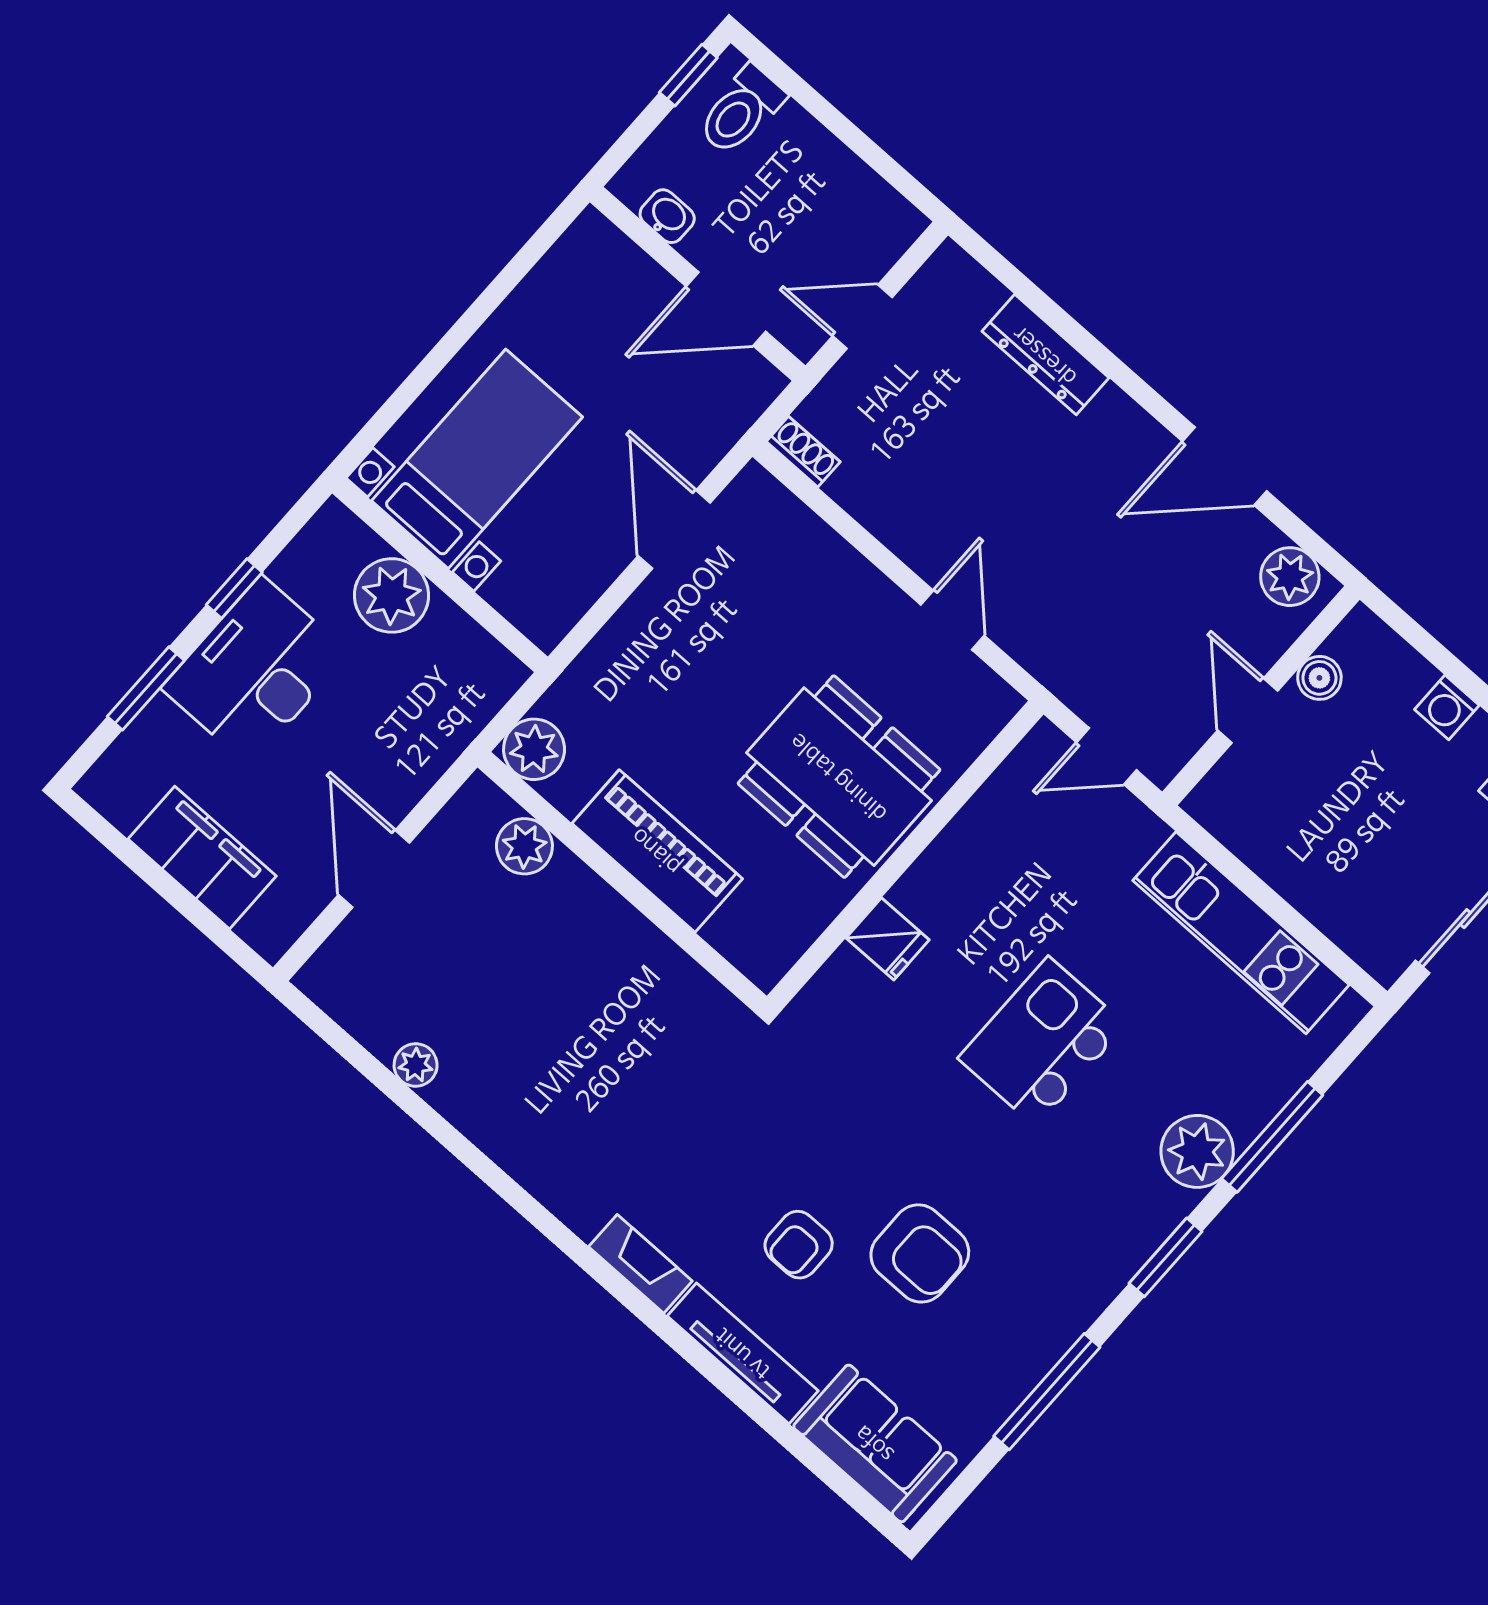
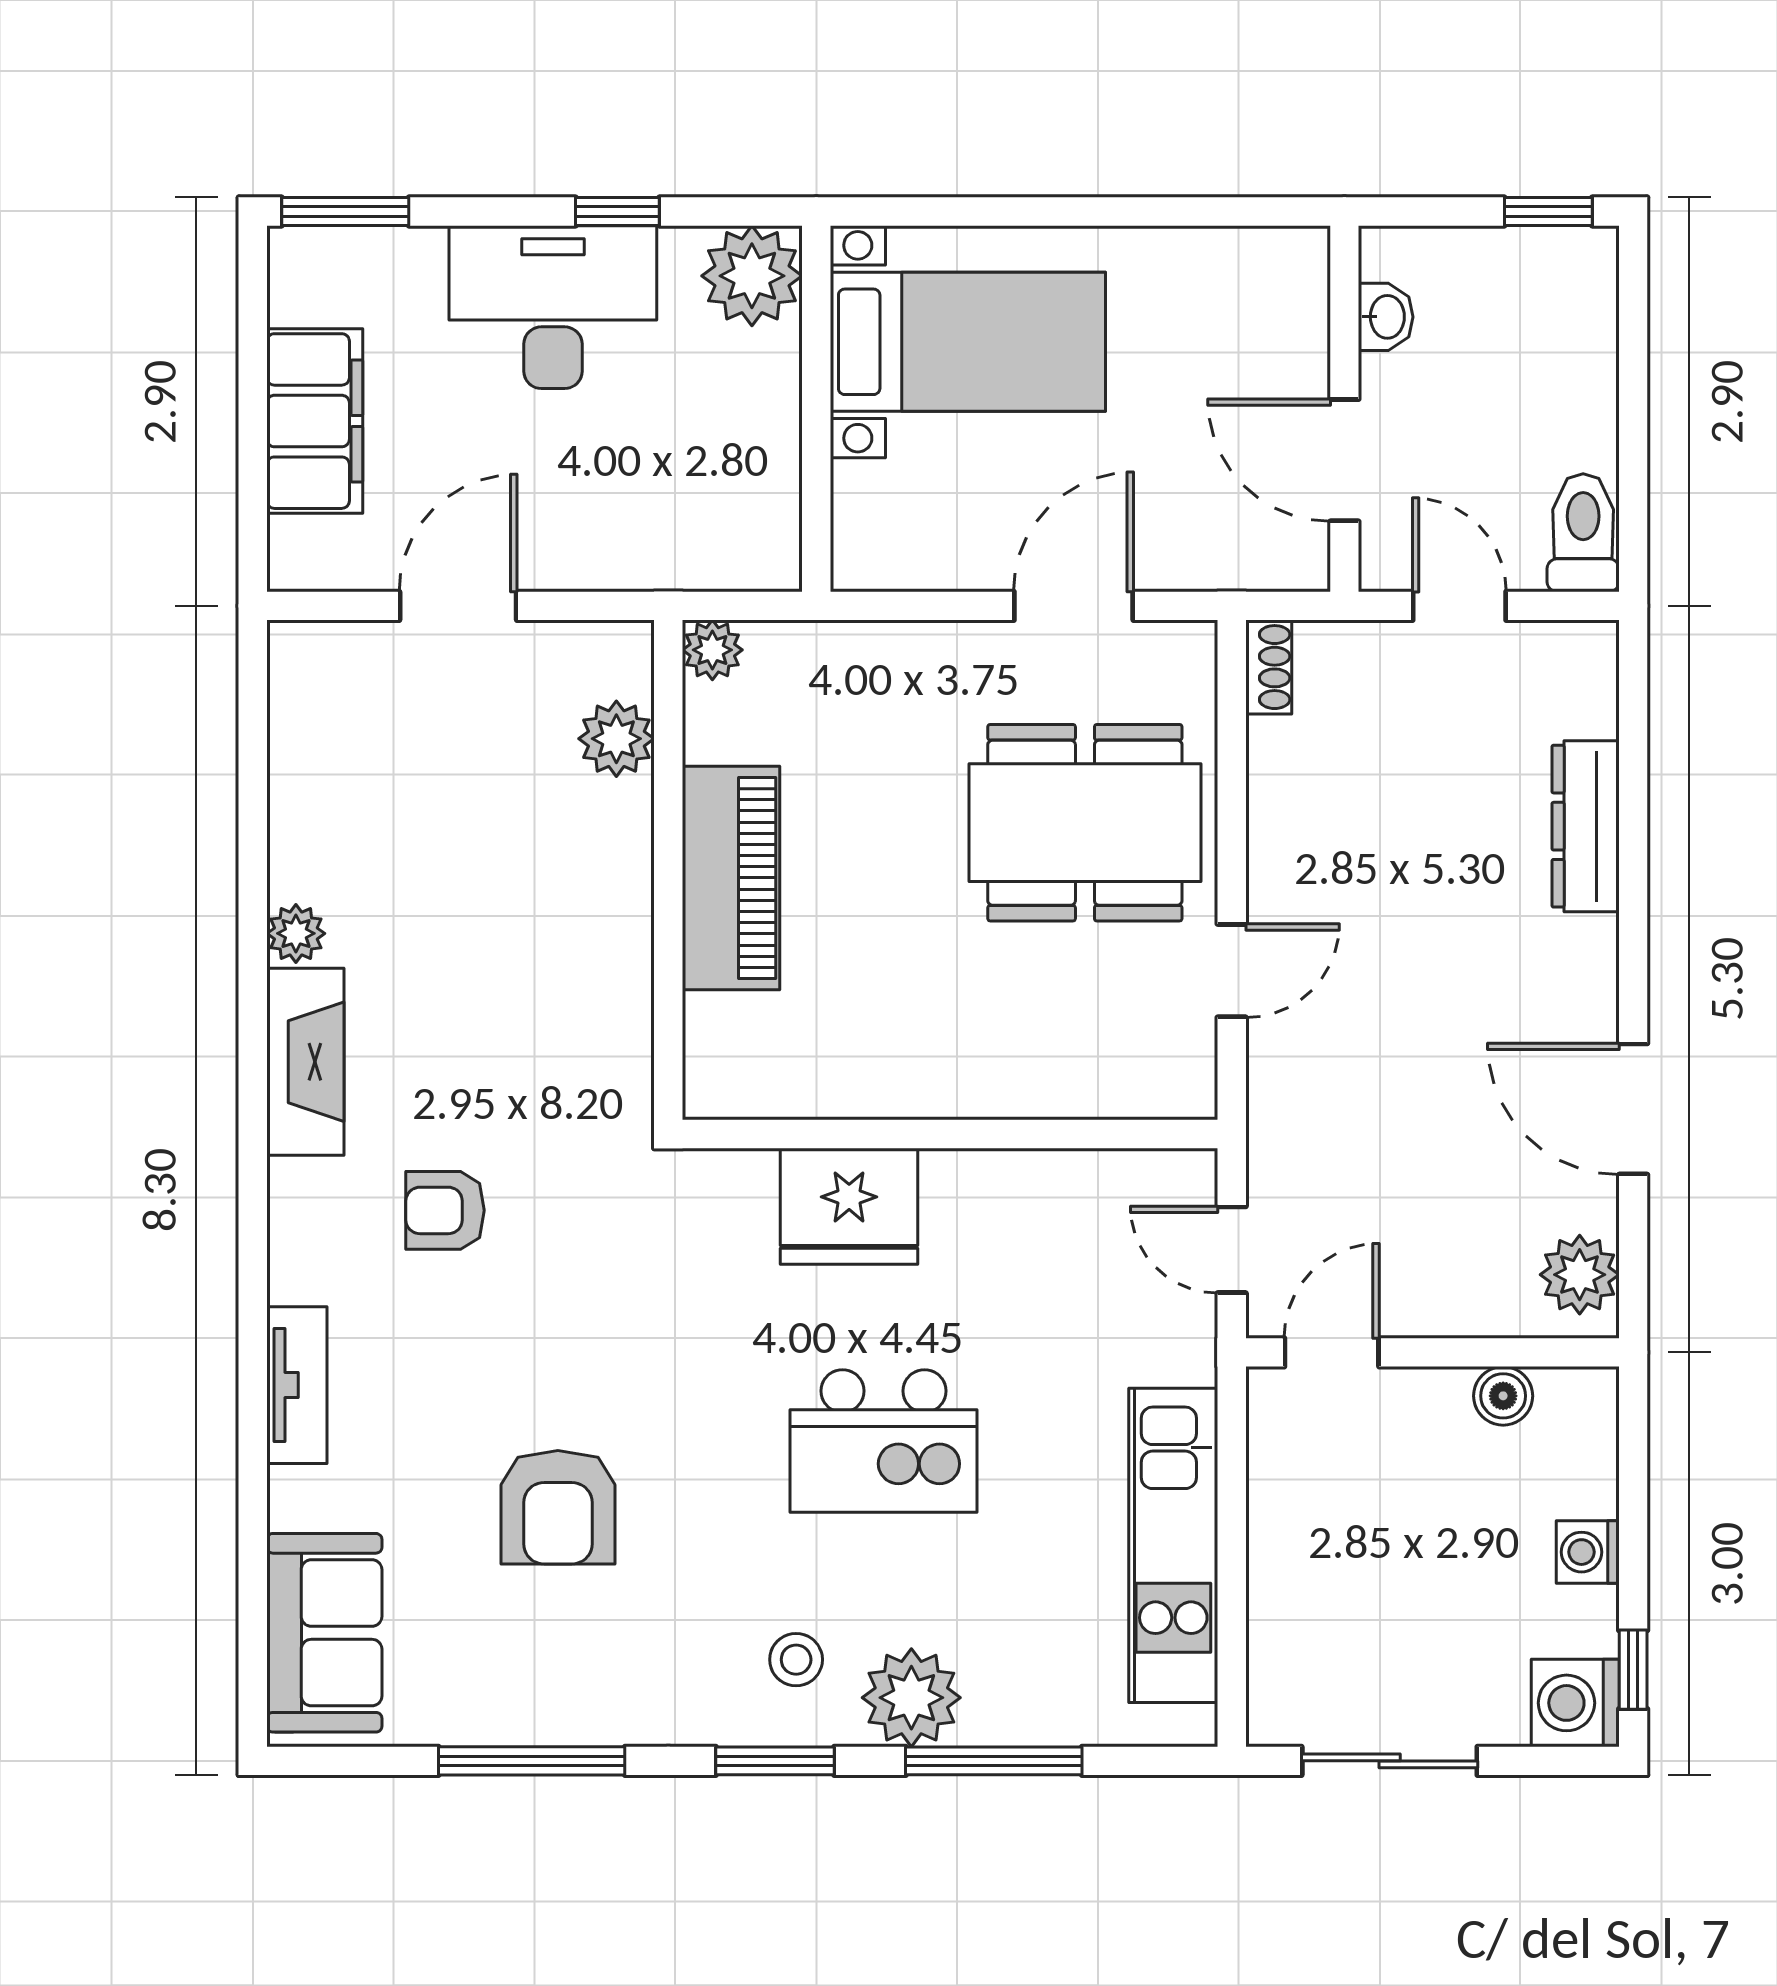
toilet: (741, 110) -> (1583, 533), moved, turned 90
plant: (392, 595) -> (752, 276), moved
window: (146, 688) -> (345, 211), moved
door: (1248, 711) -> (1332, 1352), moved
plant: (534, 749) -> (712, 650), width x0.73, depth x0.73
dining table: (839, 777) -> (1085, 823), moved, turned 90
fridge: (888, 939) -> (849, 1206), width x1.88, depth x1.34
kitchen island: (1042, 1042) -> (884, 1441), turned 180
plant: (416, 1065) -> (296, 933), moved
stool: (1120, 1196) -> (796, 1660), added
armchair: (799, 1245) -> (445, 1210), moved
fireplace: (640, 1264) -> (305, 1062), moved, width x1.37, depth x1.32
tv unit: (743, 1353) -> (297, 1385), width x0.71

